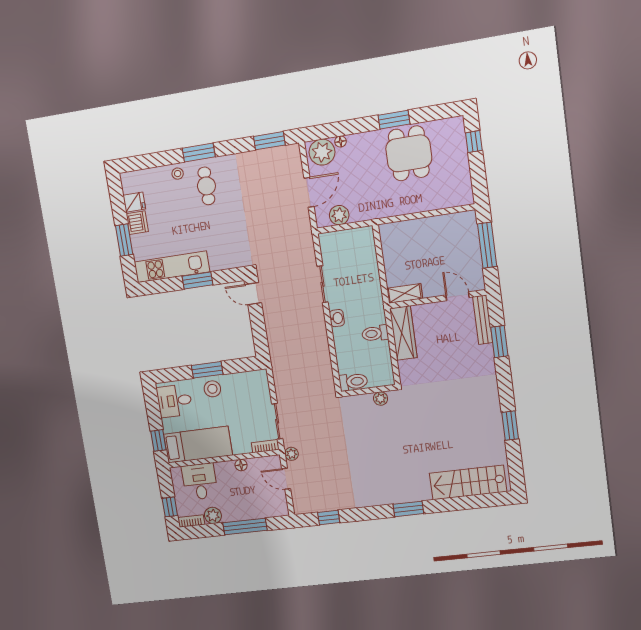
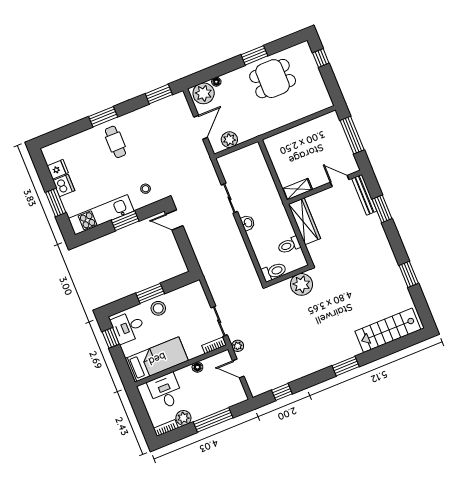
dining table: (409, 153) -> (273, 79), turned 90
stool: (178, 174) -> (146, 189), moved
toilet: (375, 333) -> (289, 245), moved
plant: (381, 399) -> (301, 284), width x1.88, depth x1.88
window: (158, 440) -> (111, 338), moved
window: (170, 507) -> (144, 421), removed

